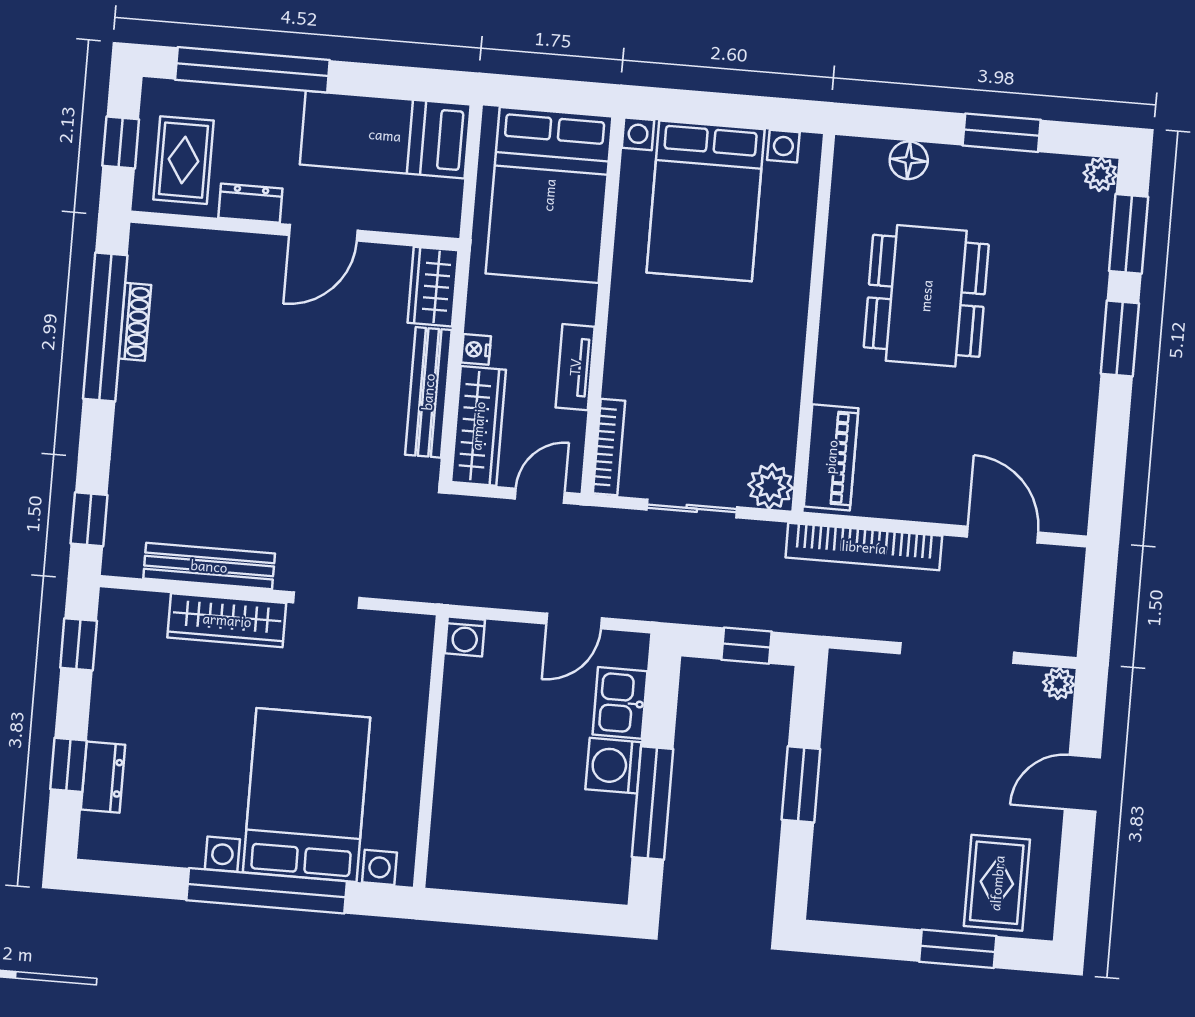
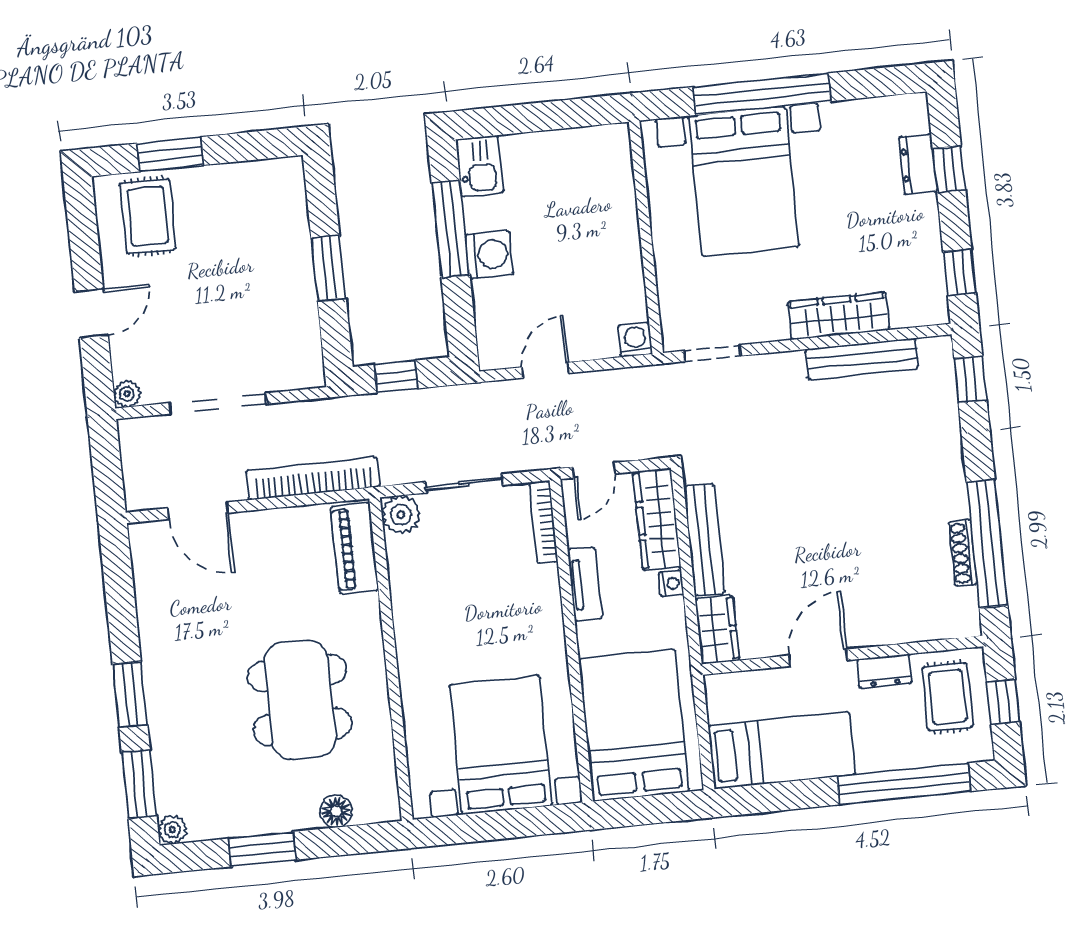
doorway: (326, 600) -> (712, 353), moved
kitchen sink: (620, 703) -> (479, 166), moved

